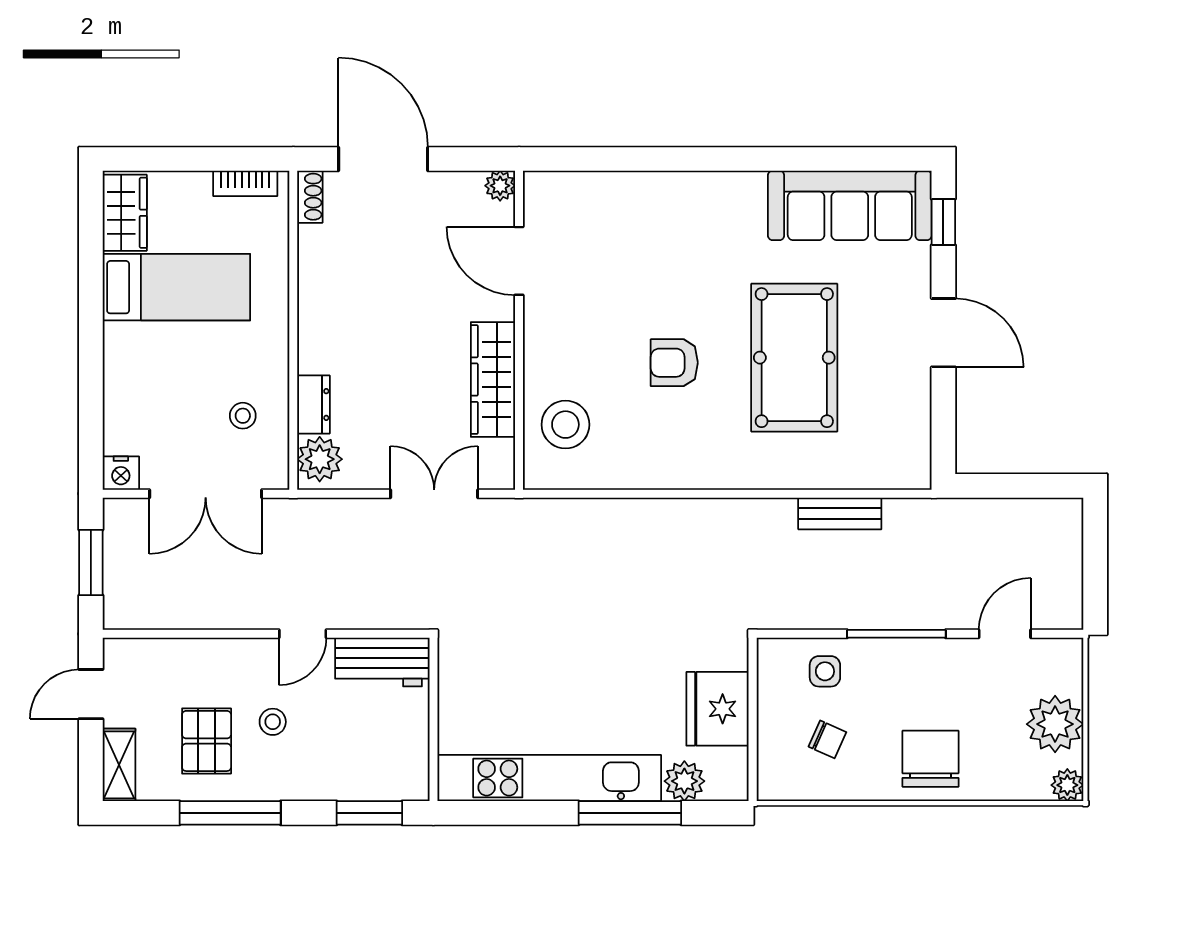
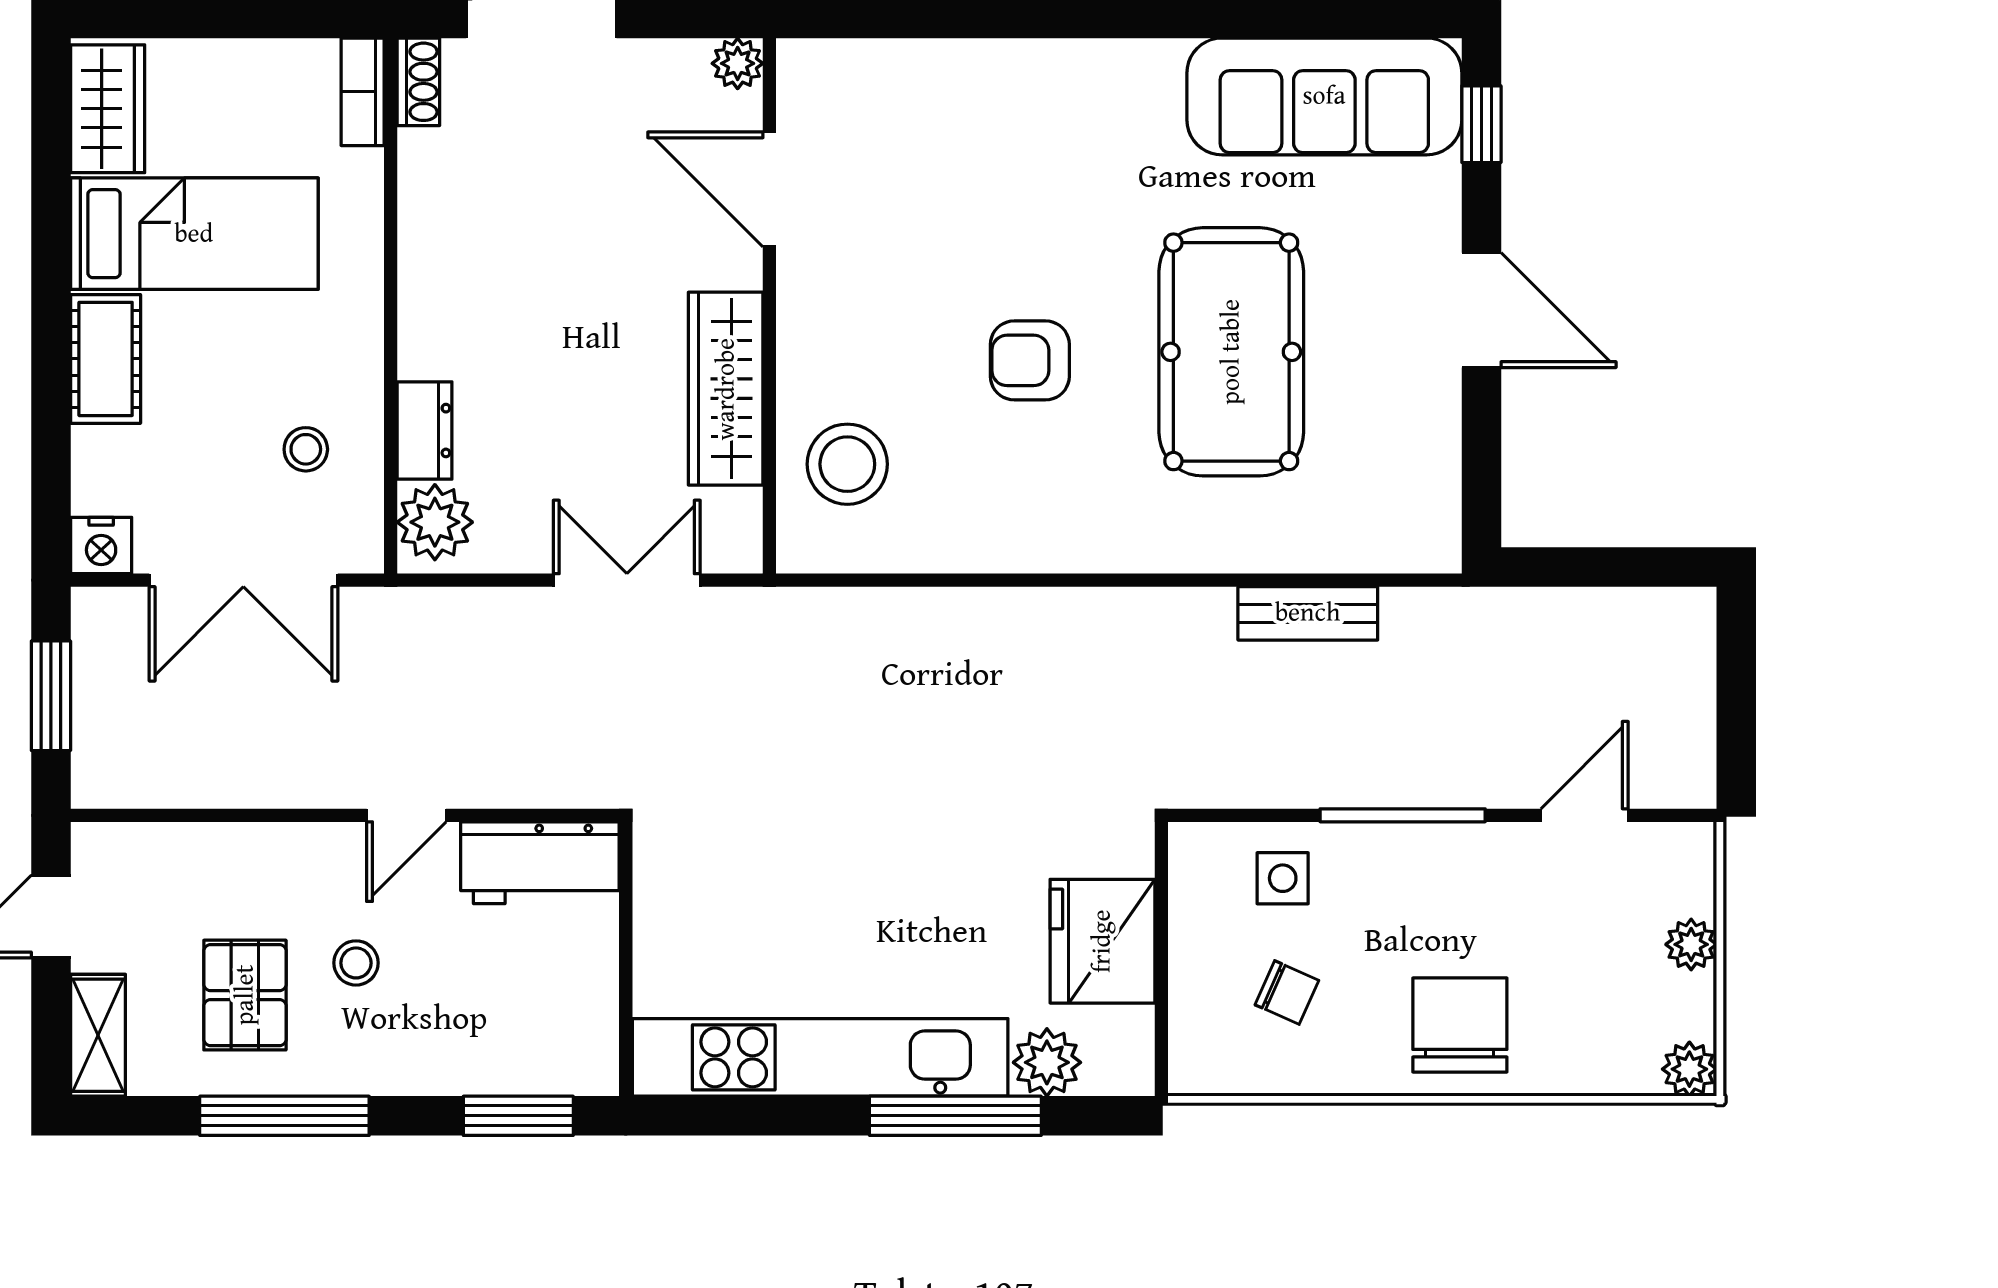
bookcase: (245, 183) -> (363, 92), moved, turned 90
cot: (123, 362) -> (106, 359), added
plant: (1055, 724) -> (1691, 944), width x0.53, depth x0.53

